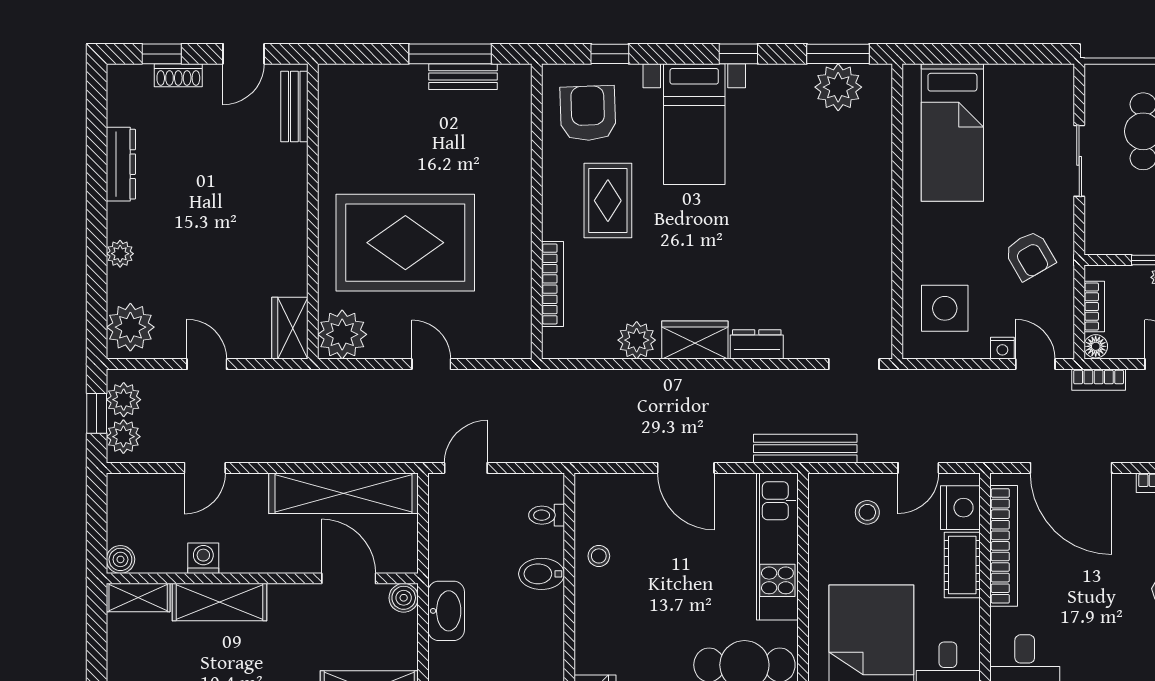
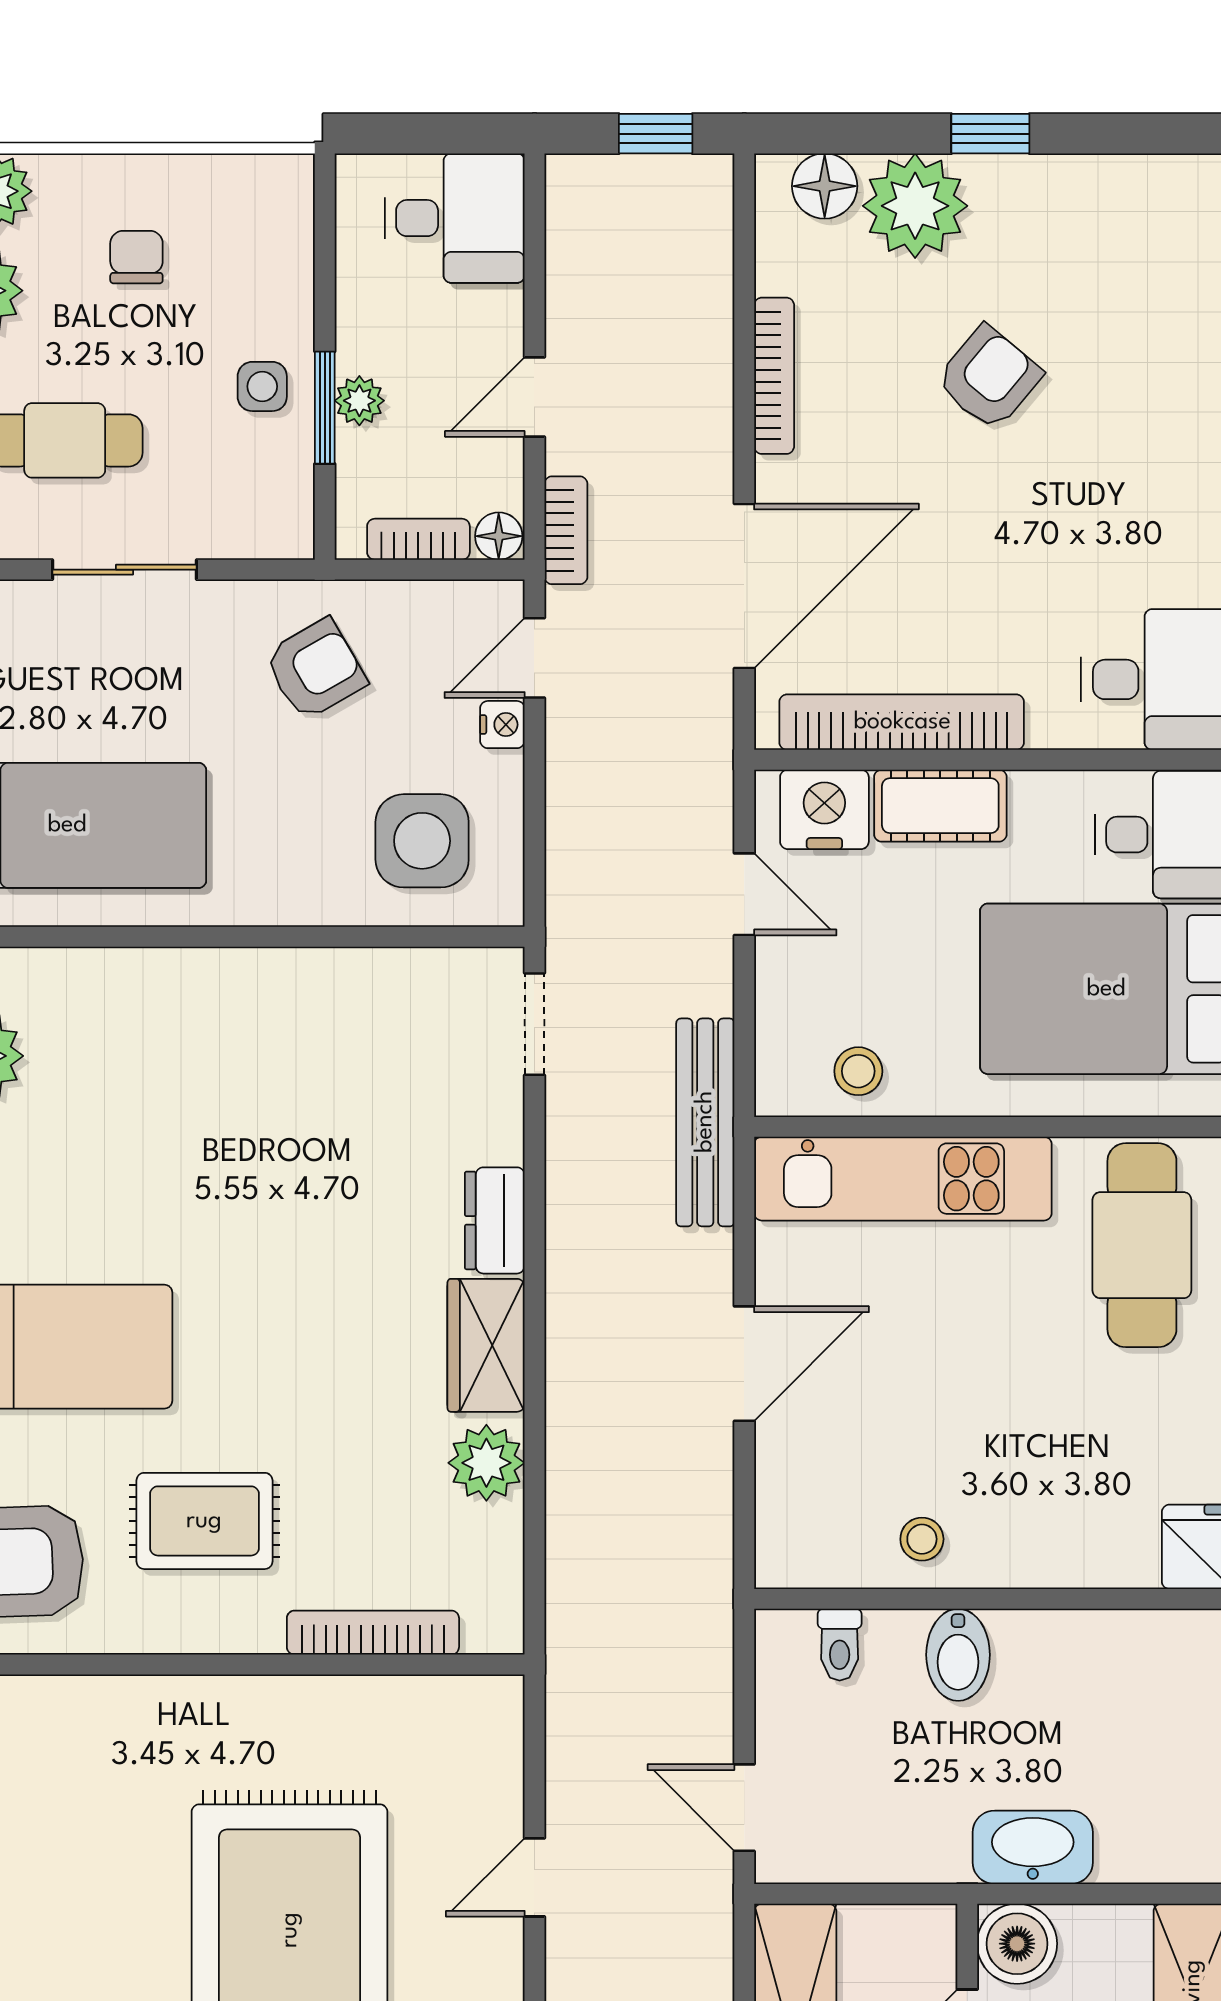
stool: (867, 512) -> (858, 1071), moved
boiler: (404, 598) -> (1017, 1944), width x1.36, depth x1.36

